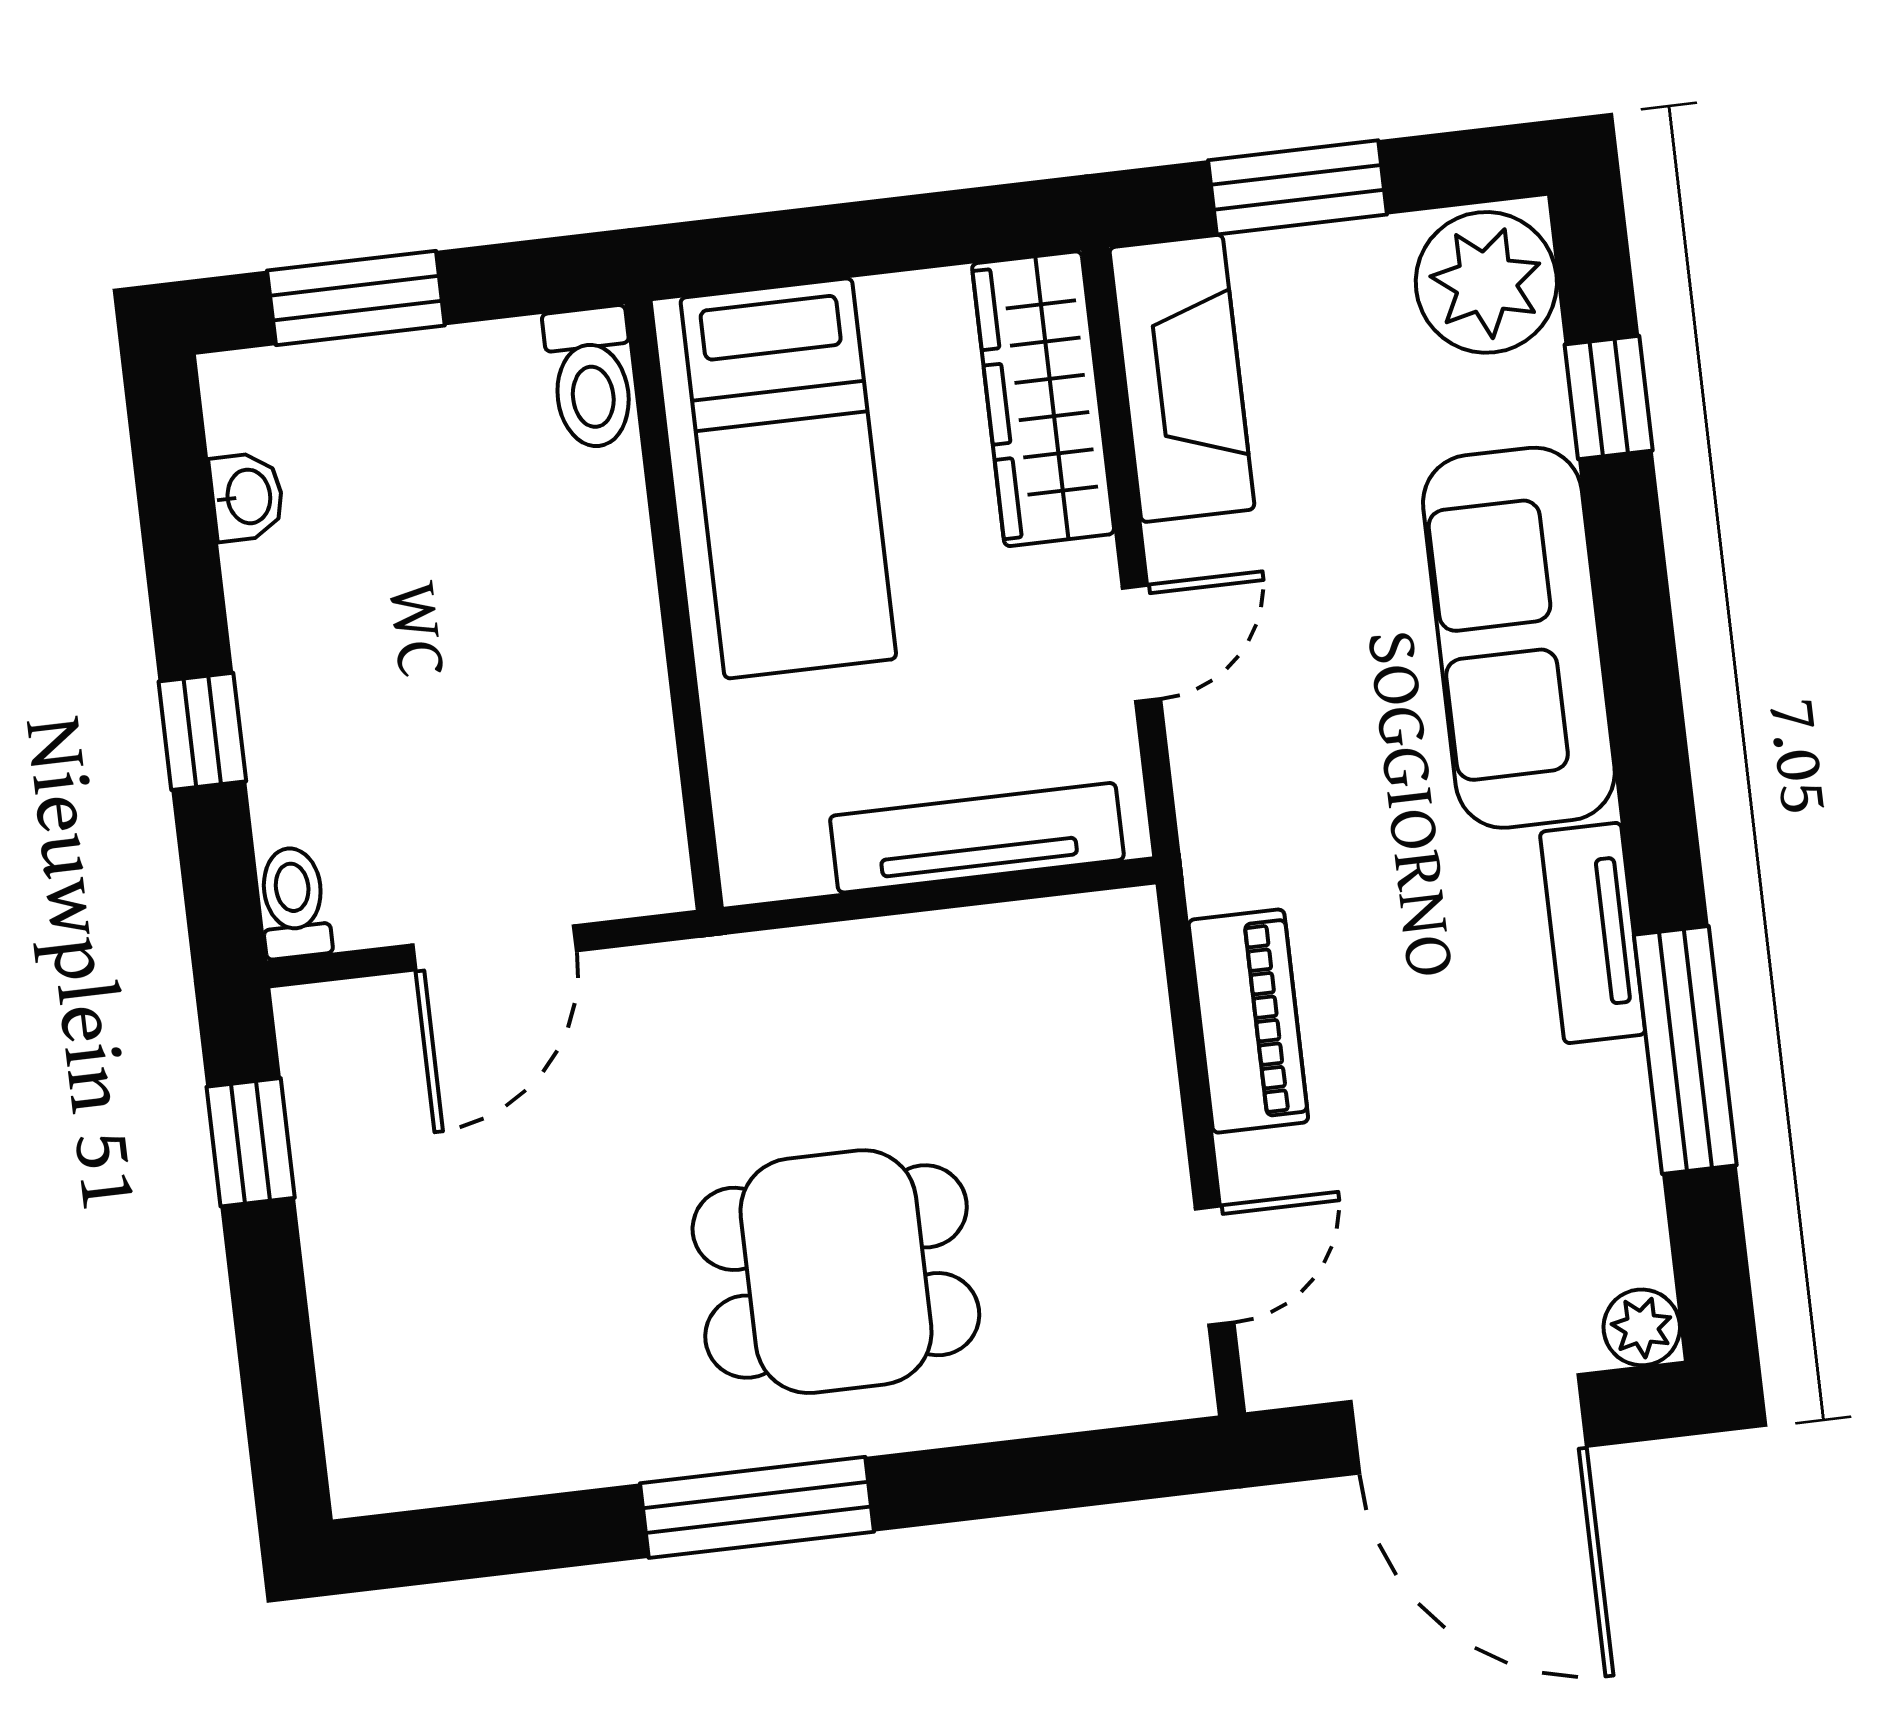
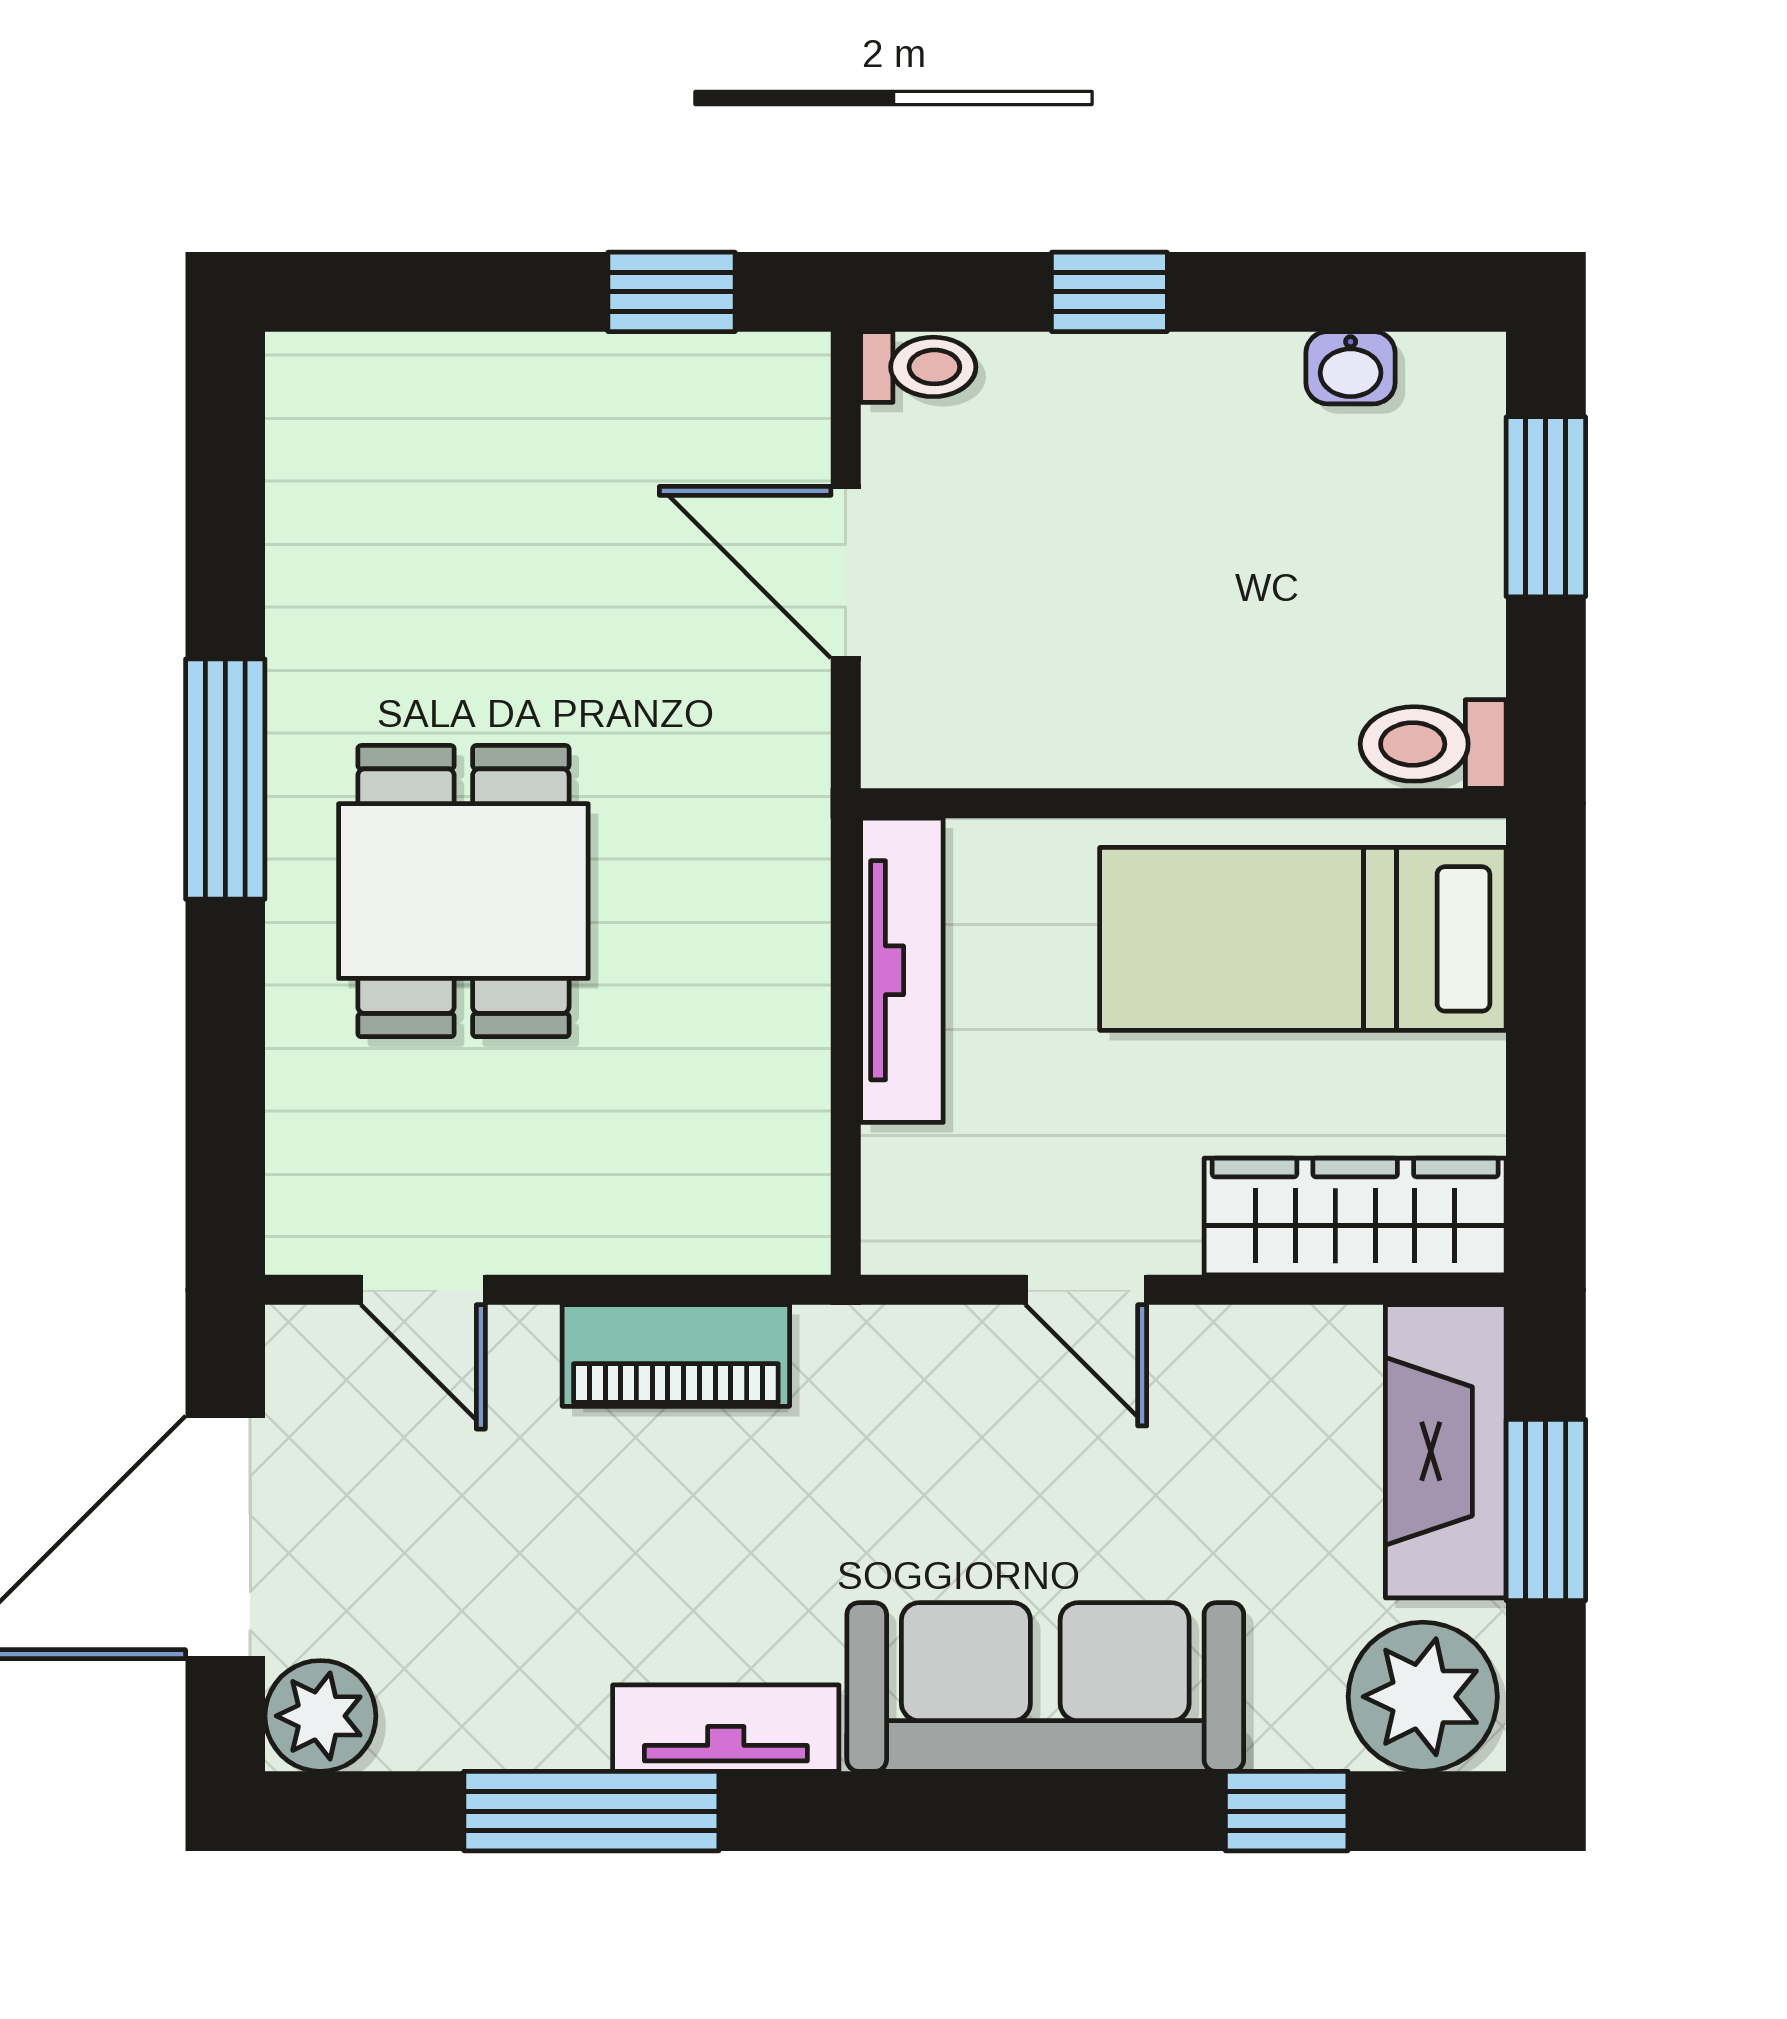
fireplace: (1182, 378) -> (1446, 1451), moved, turned 90
tv unit: (977, 838) -> (902, 970), moved
plant: (1642, 1327) -> (320, 1716), width x1.38, depth x1.38

